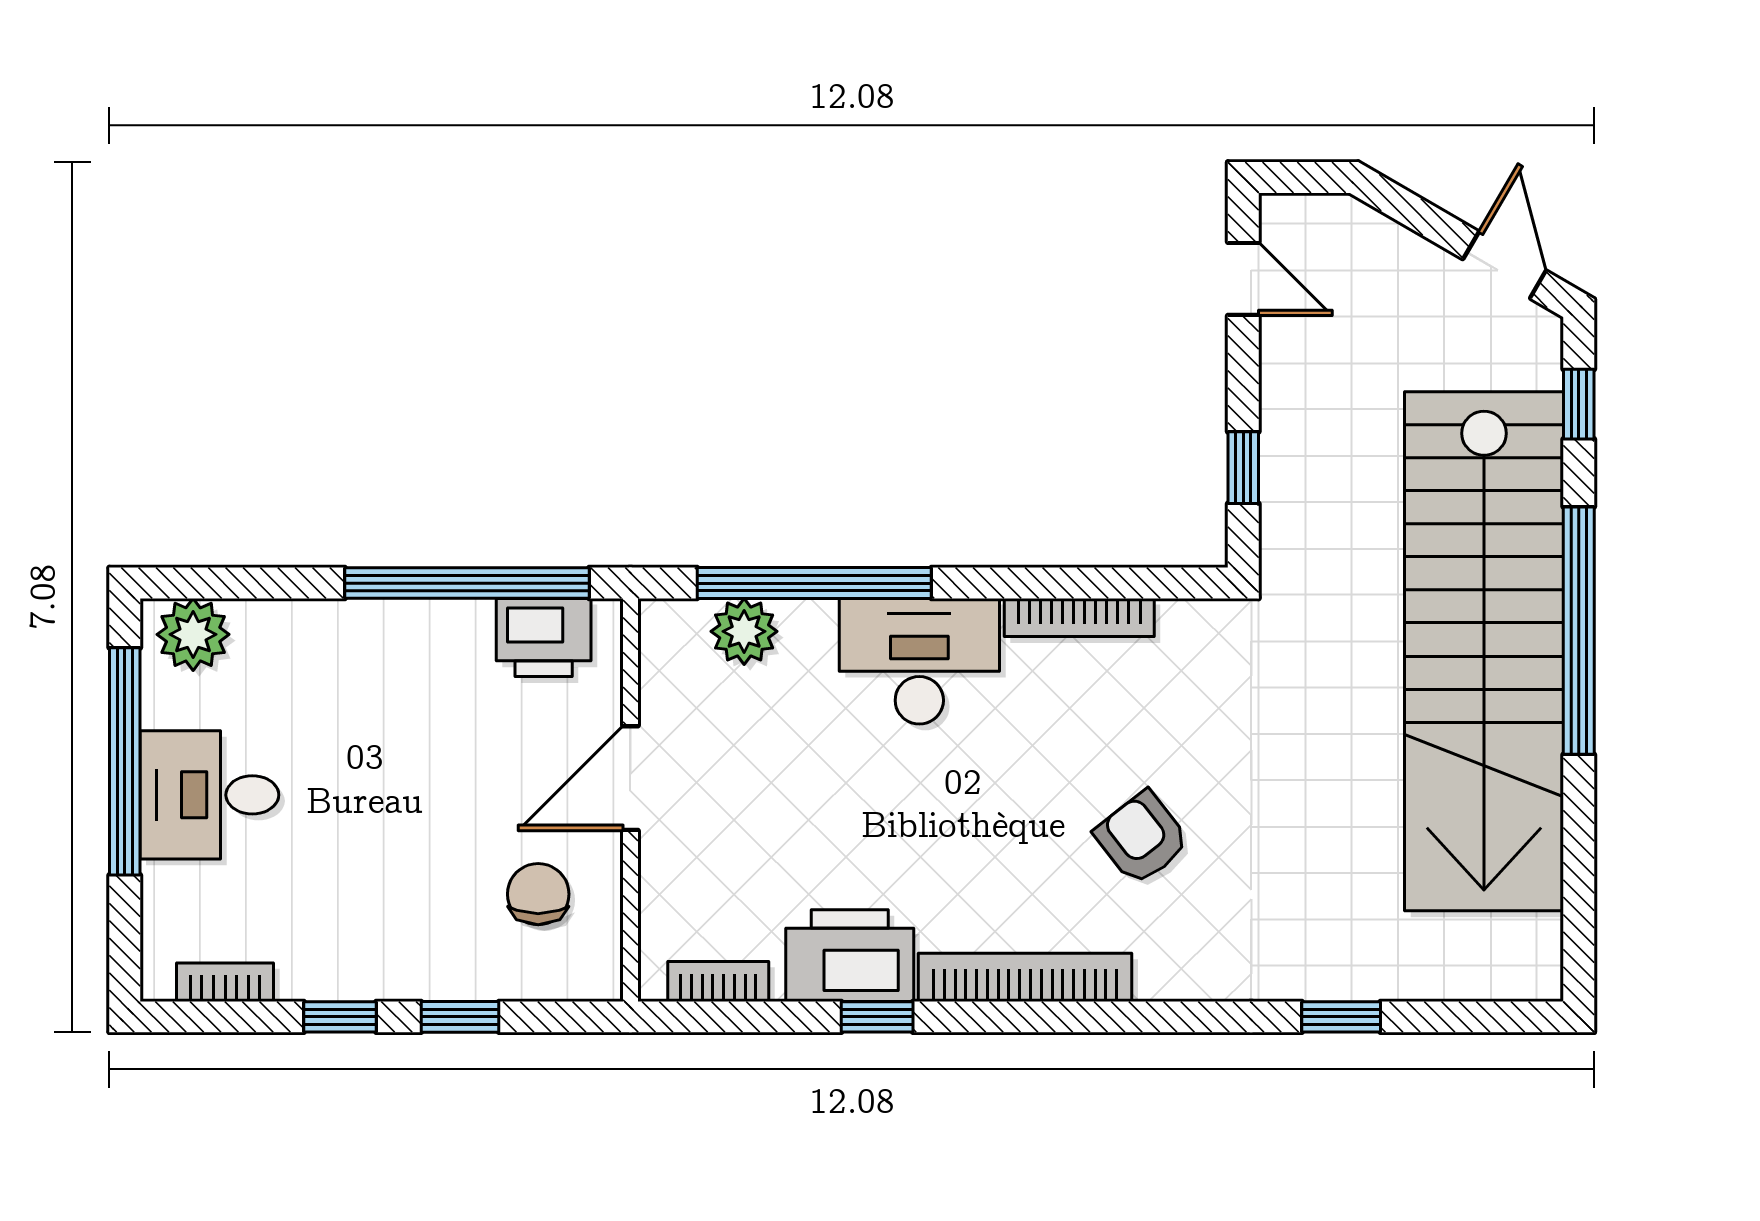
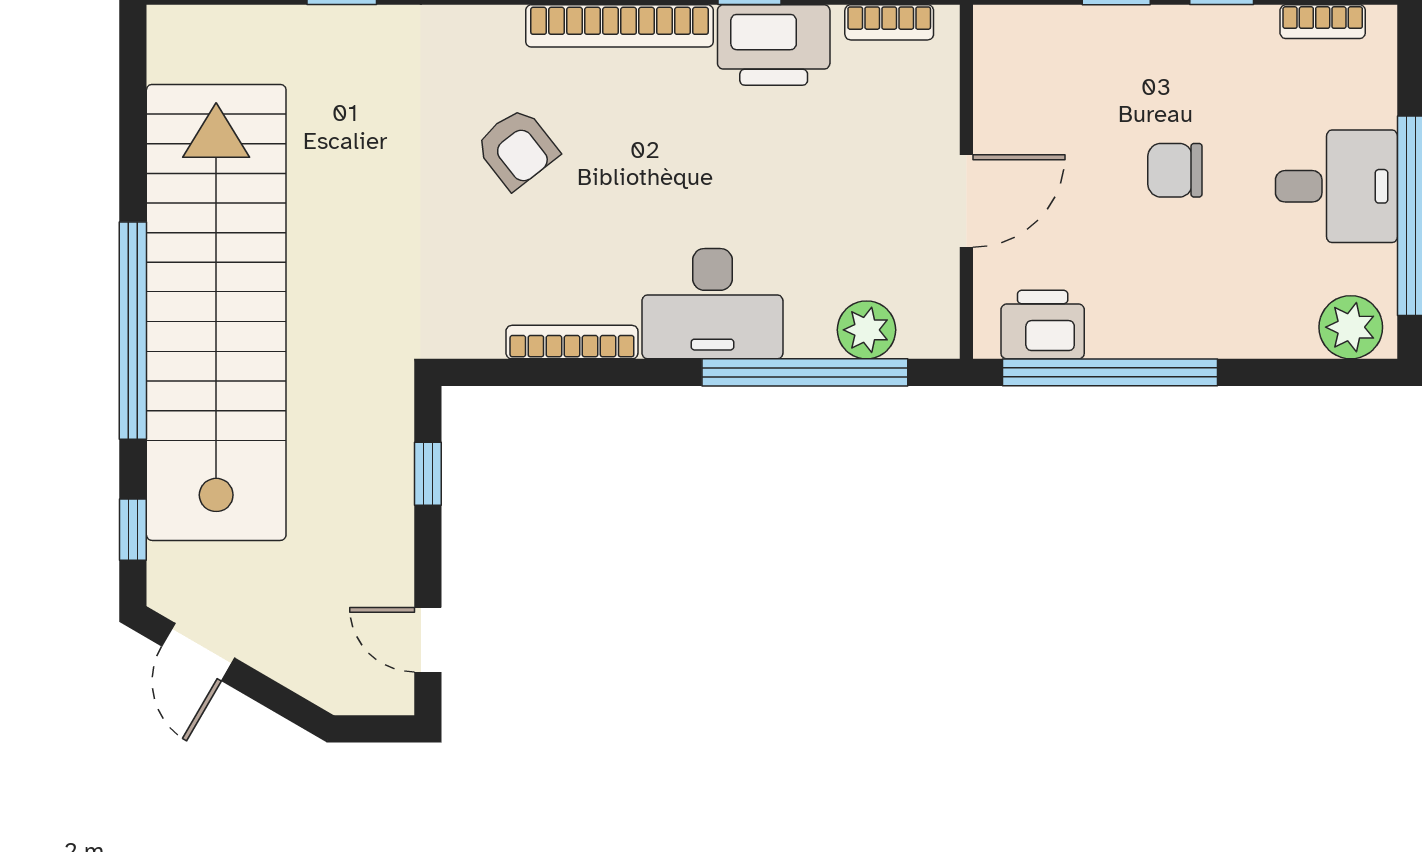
chair: (538, 894) -> (1175, 170), moved, turned 90

